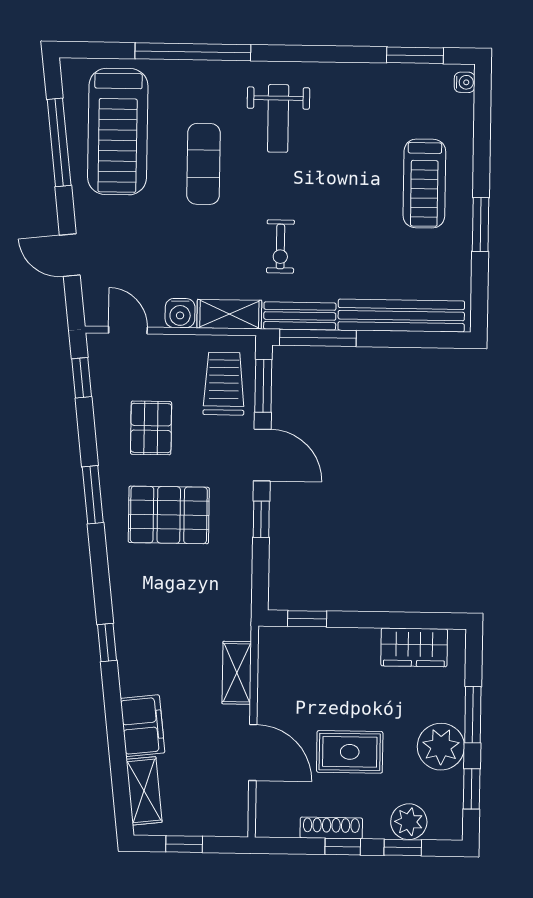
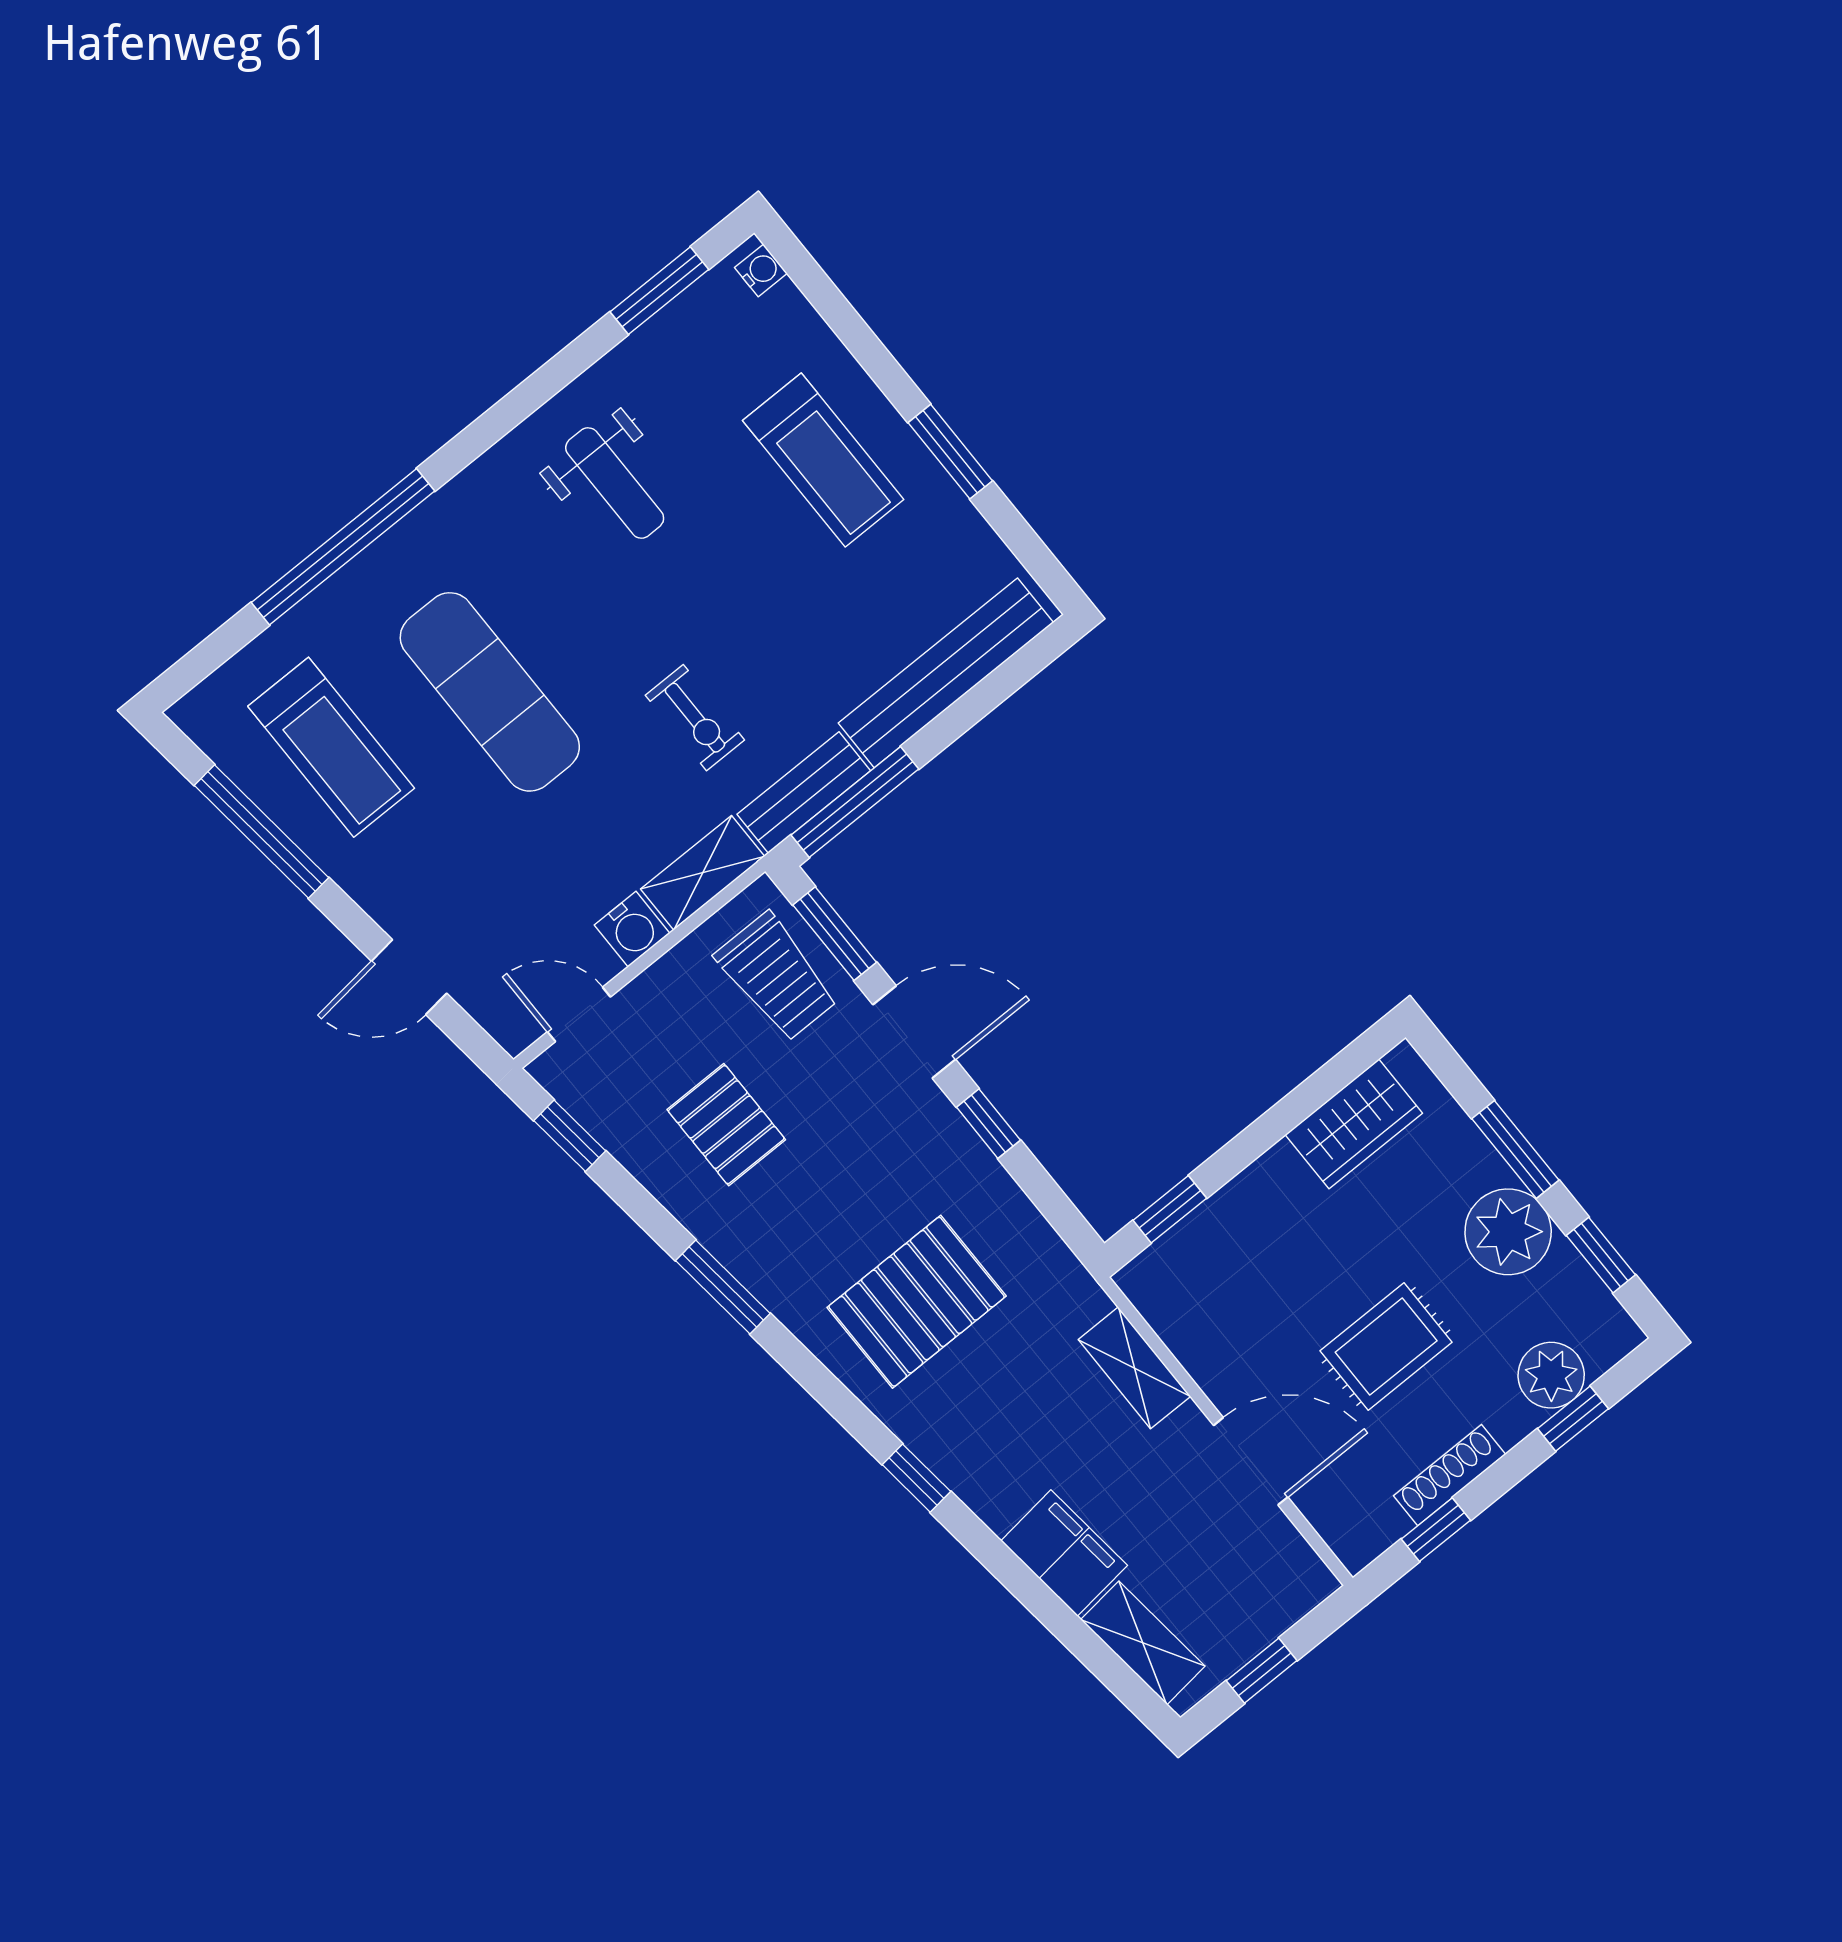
weight bench: (278, 118) -> (615, 483), moved
treadmill: (118, 132) -> (331, 747), width x0.73, depth x0.73
exercise mat: (204, 164) -> (490, 692), width x1.36, depth x1.45
trolley: (224, 384) -> (777, 977), turned 180
pallet: (169, 515) -> (917, 1302), moved
window: (343, 847) -> (1436, 1530), moved

